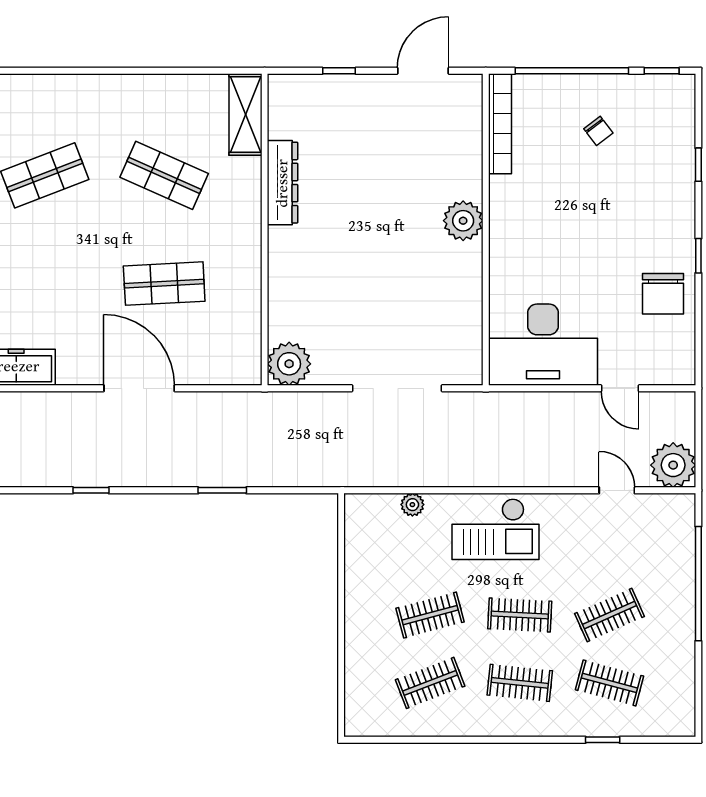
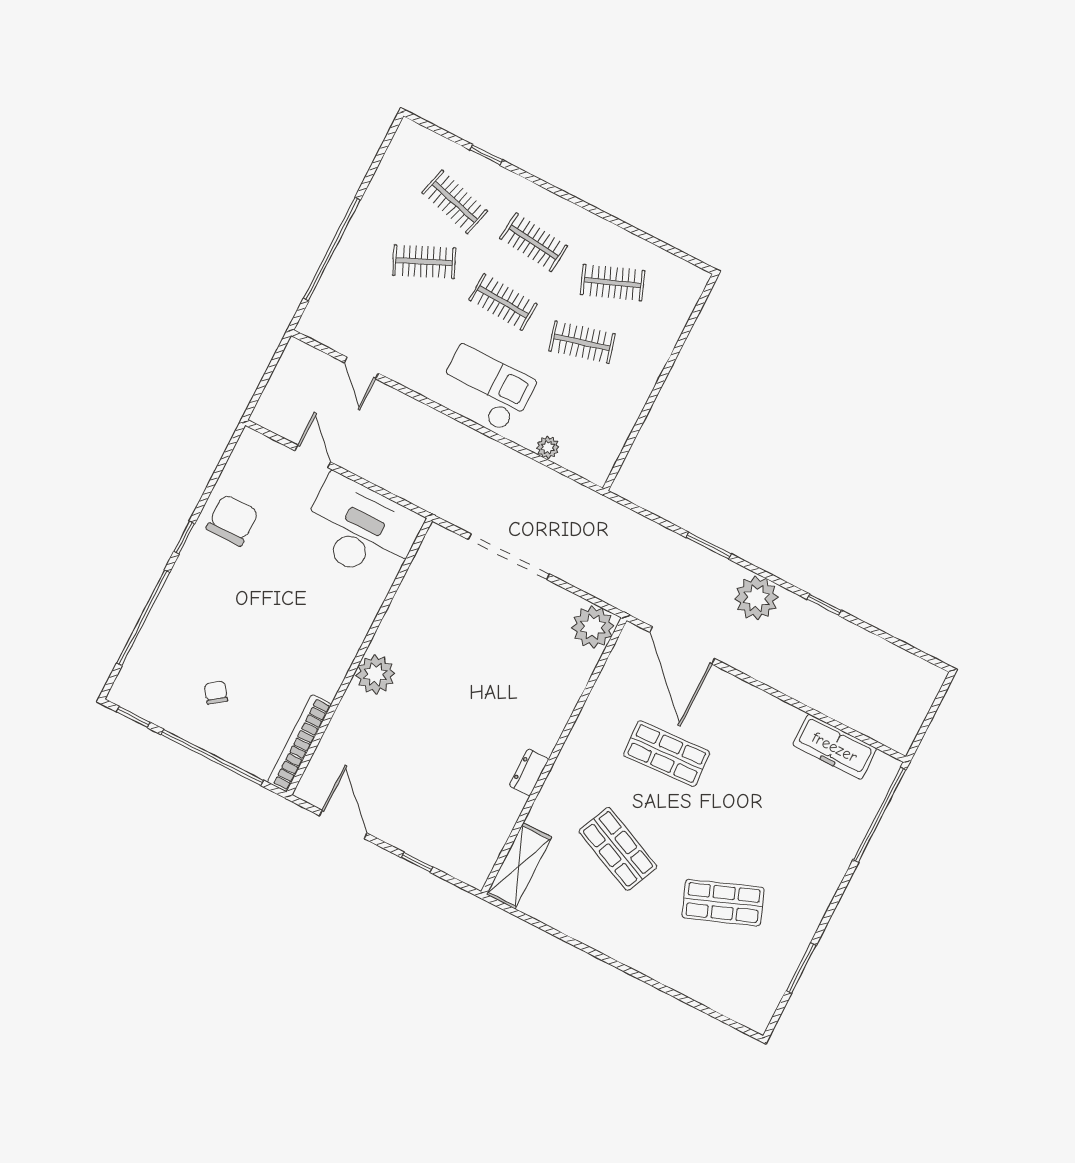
door: (423, 71) -> (343, 824), swing flipped
window: (698, 165) -> (143, 618), width x3.17
dresser: (283, 183) -> (529, 772), width x0.51, depth x0.80
door: (139, 388) -> (682, 645), moved
plant: (673, 465) -> (756, 598), moved

